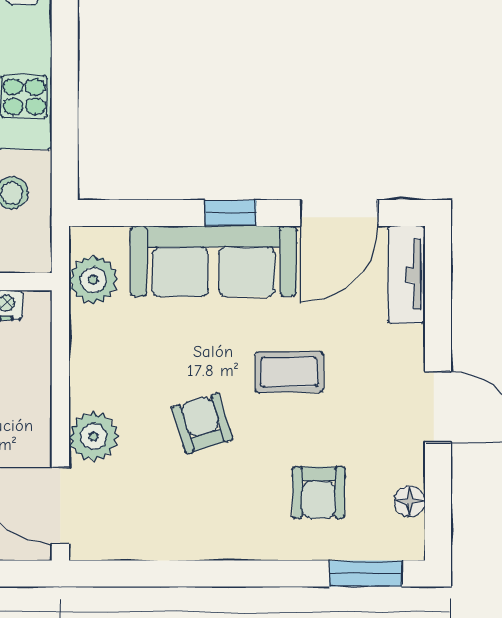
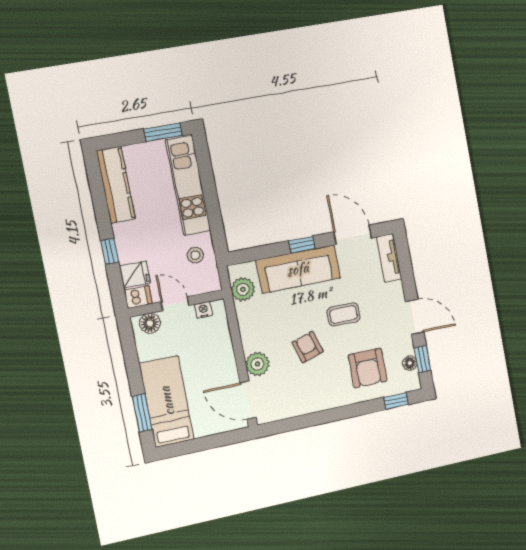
door: (339, 213) -> (353, 235), swing flipped
armchair: (319, 492) -> (368, 368), width x1.38, depth x1.38
window: (438, 498) -> (422, 359), added
window: (366, 573) -> (396, 401), width x0.67

